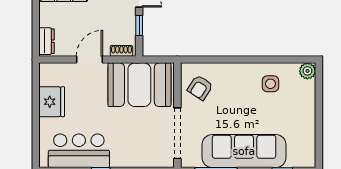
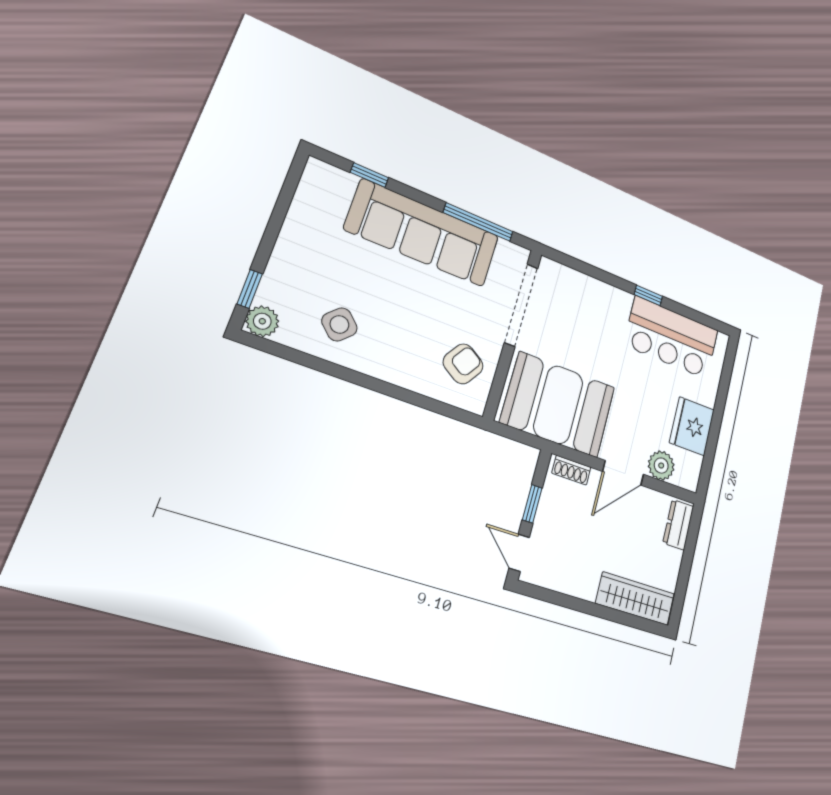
plant: (66, 72) -> (661, 466), added
side table: (270, 84) -> (339, 324), turned 45
window: (319, 85) -> (250, 289), added

